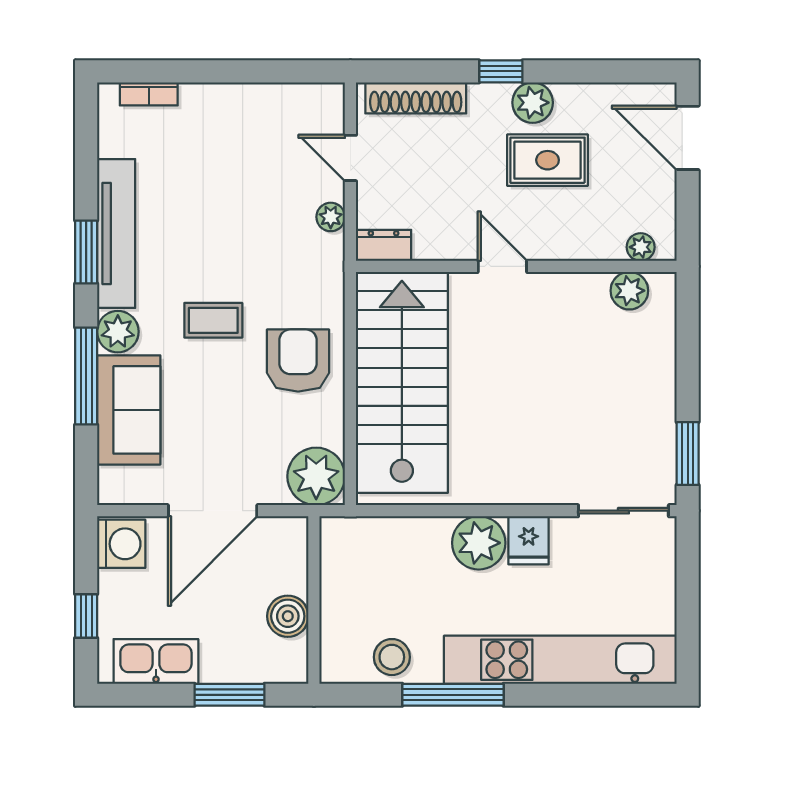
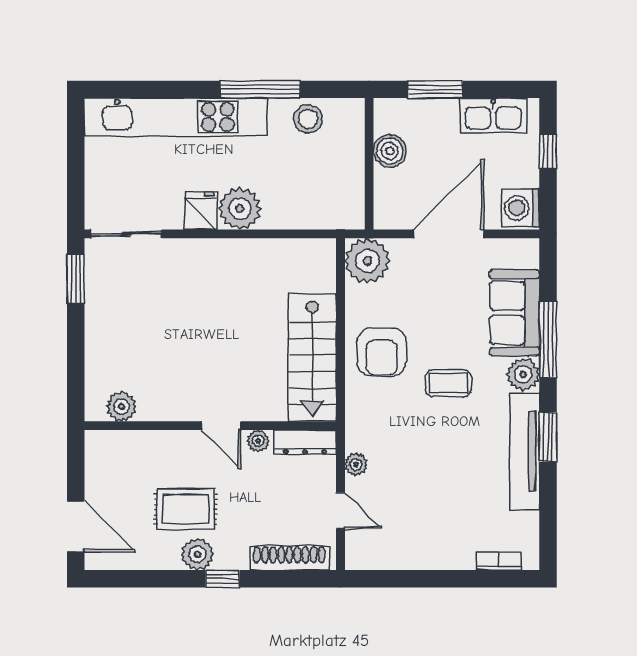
dresser: (384, 245) -> (305, 442), width x1.44
plant: (641, 247) -> (258, 441), moved
stairs: (402, 382) -> (312, 358), width x0.73, depth x0.66

